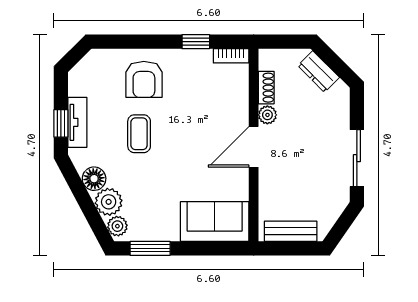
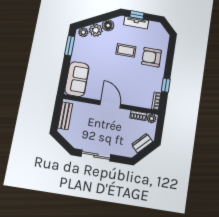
plant: (267, 115) -> (152, 118), moved

